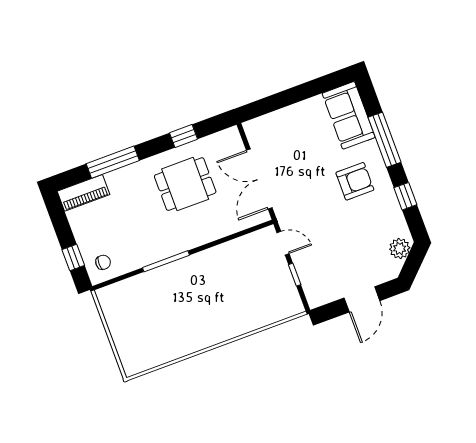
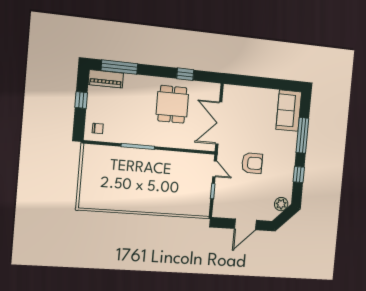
window: (113, 162) -> (119, 67), moved
armchair: (355, 181) -> (252, 163), moved
dining table: (185, 184) -> (172, 104), turned 90
window: (73, 258) -> (81, 100), moved

